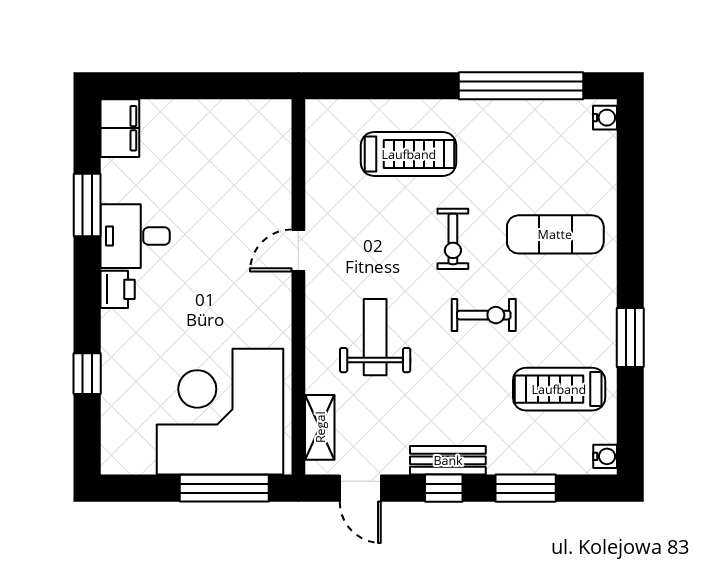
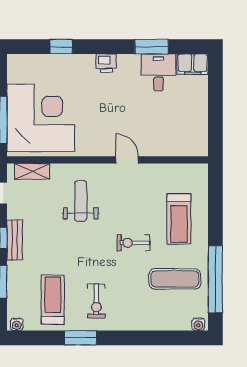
exercise mat: (555, 234) -> (175, 279), moved, turned 90
desk: (135, 236) -> (158, 72), moved
exercise bike: (484, 315) -> (96, 301), moved
weight bench: (375, 337) -> (81, 201), turned -90

